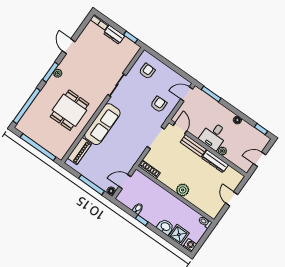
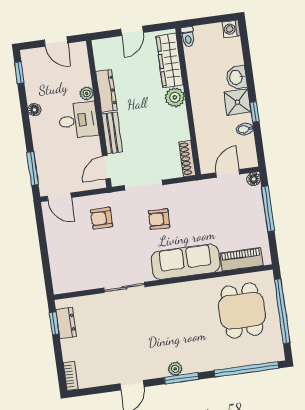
dresser: (114, 35) -> (66, 323), moved
armchair: (147, 71) -> (159, 219), moved
dining table: (70, 110) -> (242, 311), moved, turned 90
door: (125, 182) -> (228, 173), swing flipped
wardrobe: (202, 203) -> (169, 60), added
shower: (179, 235) -> (238, 102), moved

